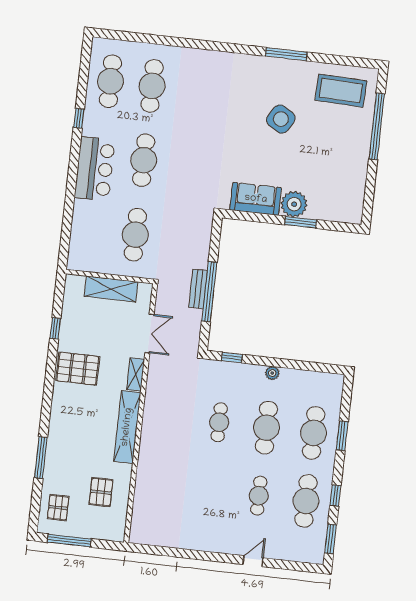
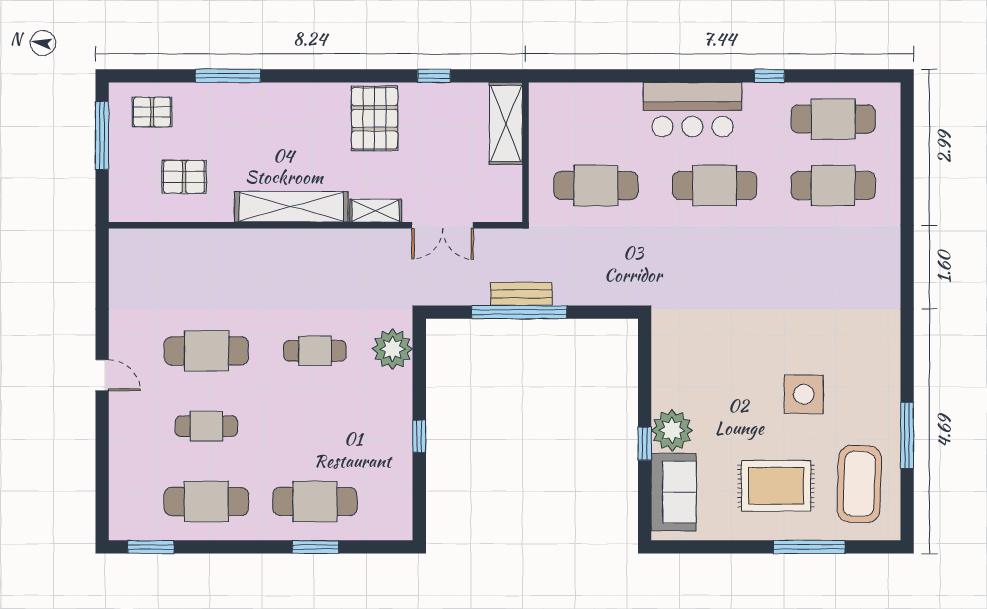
window: (286, 54) -> (907, 435), moved
side table: (281, 119) -> (804, 394), turned -31
window: (377, 126) -> (809, 547), width x0.68
rug: (336, 143) -> (776, 486), added
sofa: (256, 199) -> (674, 492), moved
window: (301, 222) -> (645, 444), width x0.67
shelving: (111, 289) -> (506, 123), moved
window: (232, 358) -> (419, 436), moved
plant: (272, 373) -> (392, 349), moved, width x1.88, depth x1.88
cafe table: (266, 428) -> (206, 351), moved
window: (335, 496) -> (220, 547), removed
door: (253, 561) -> (102, 375), moved

